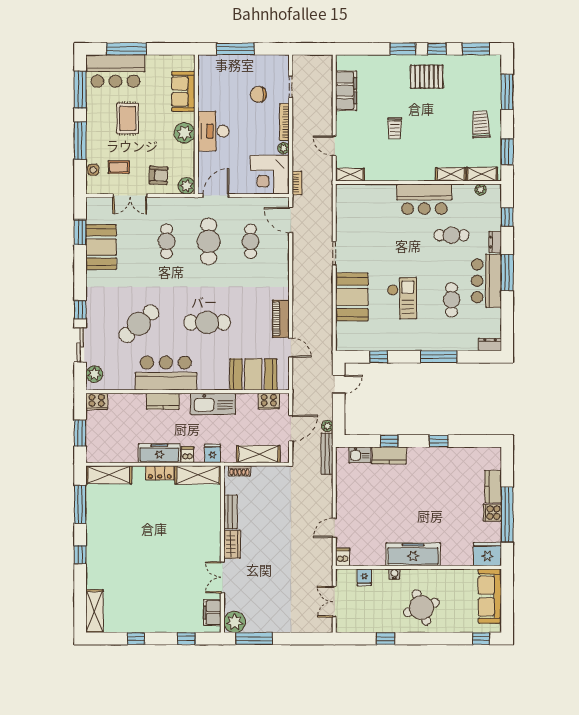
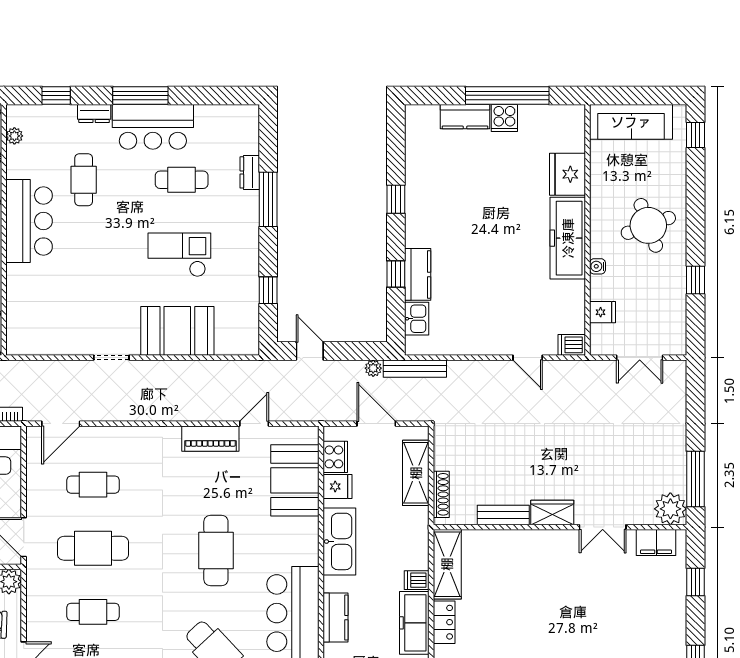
dresser: (490, 345) -> (250, 172), moved
fridge: (213, 453) -> (338, 486), moved, turned 180
shoe rack: (239, 471) -> (441, 494), width x1.43
fridge: (487, 554) -> (567, 174), moved

